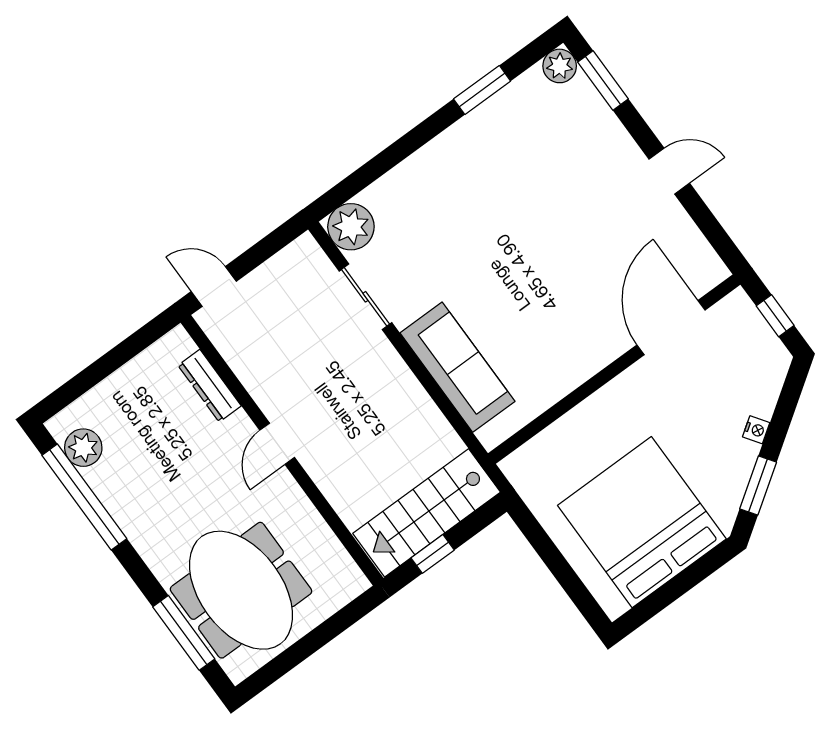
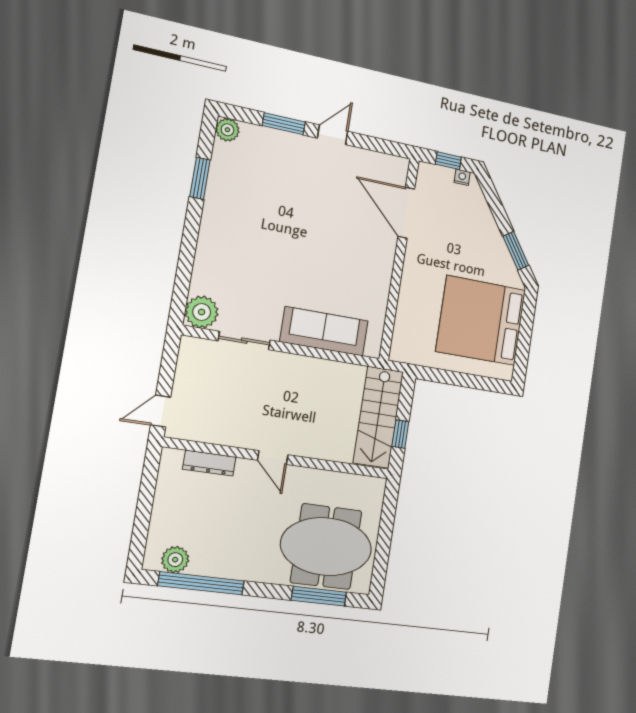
window: (603, 81) -> (284, 124), moved
nightstand: (756, 430) -> (462, 177), moved, turned -56

